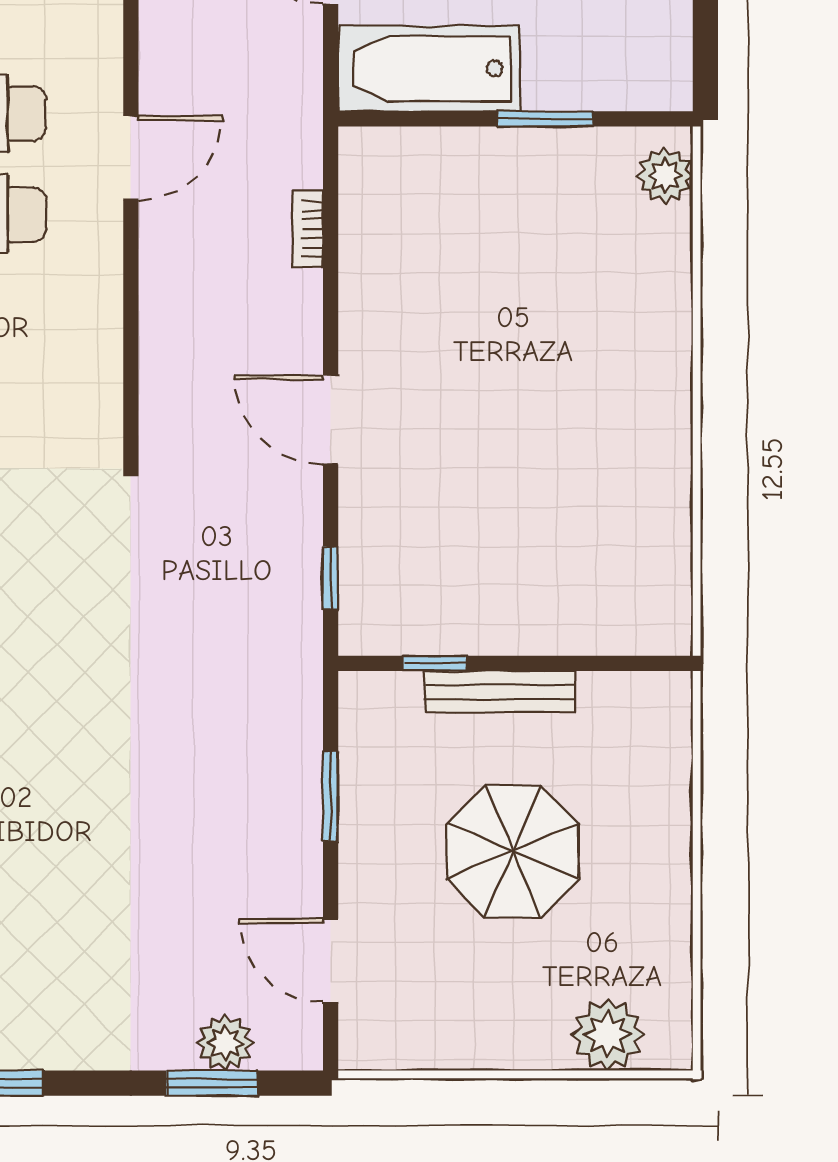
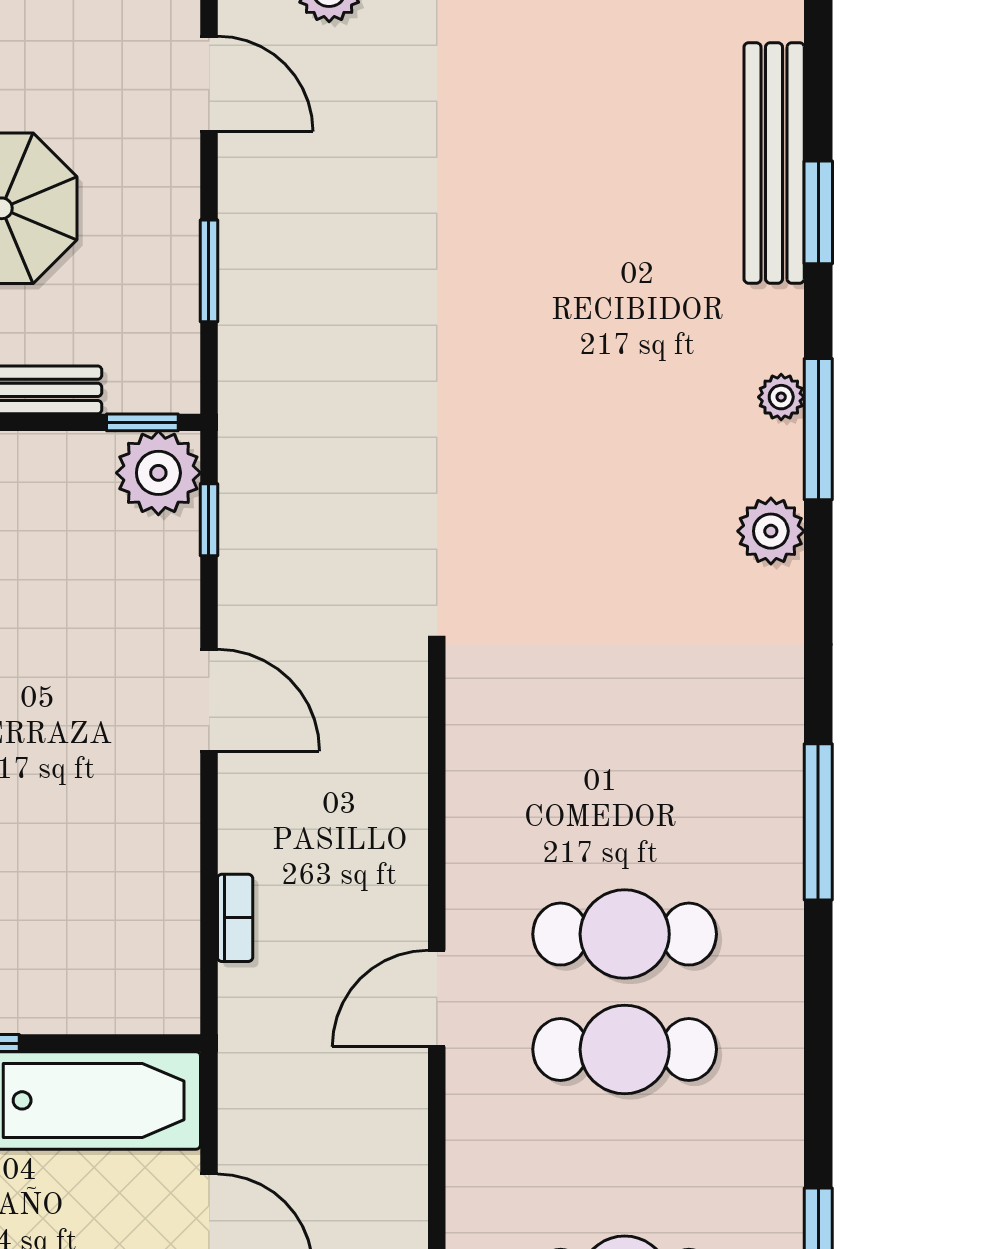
plant: (375, 619) -> (158, 473), added
window: (435, 663) -> (142, 422), moved

